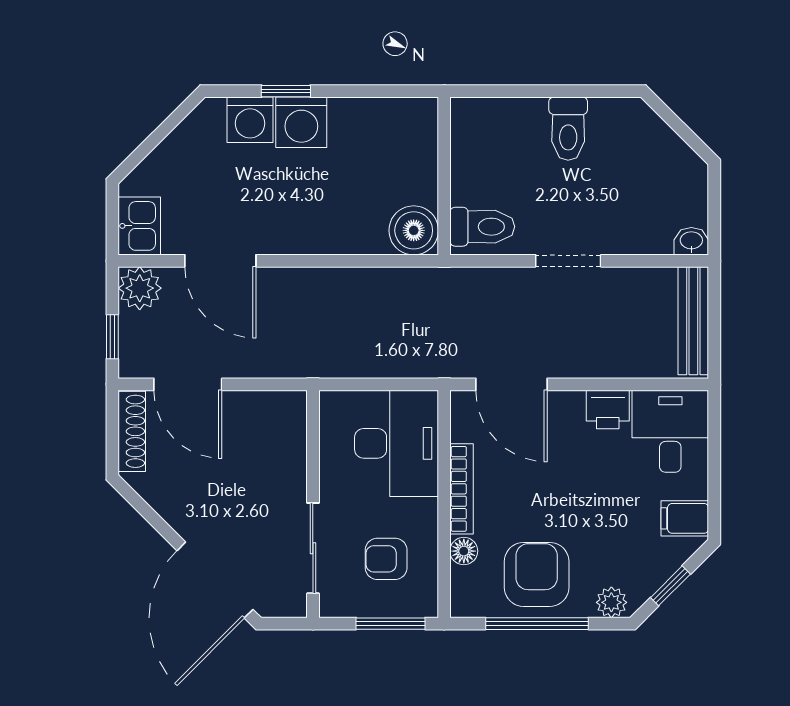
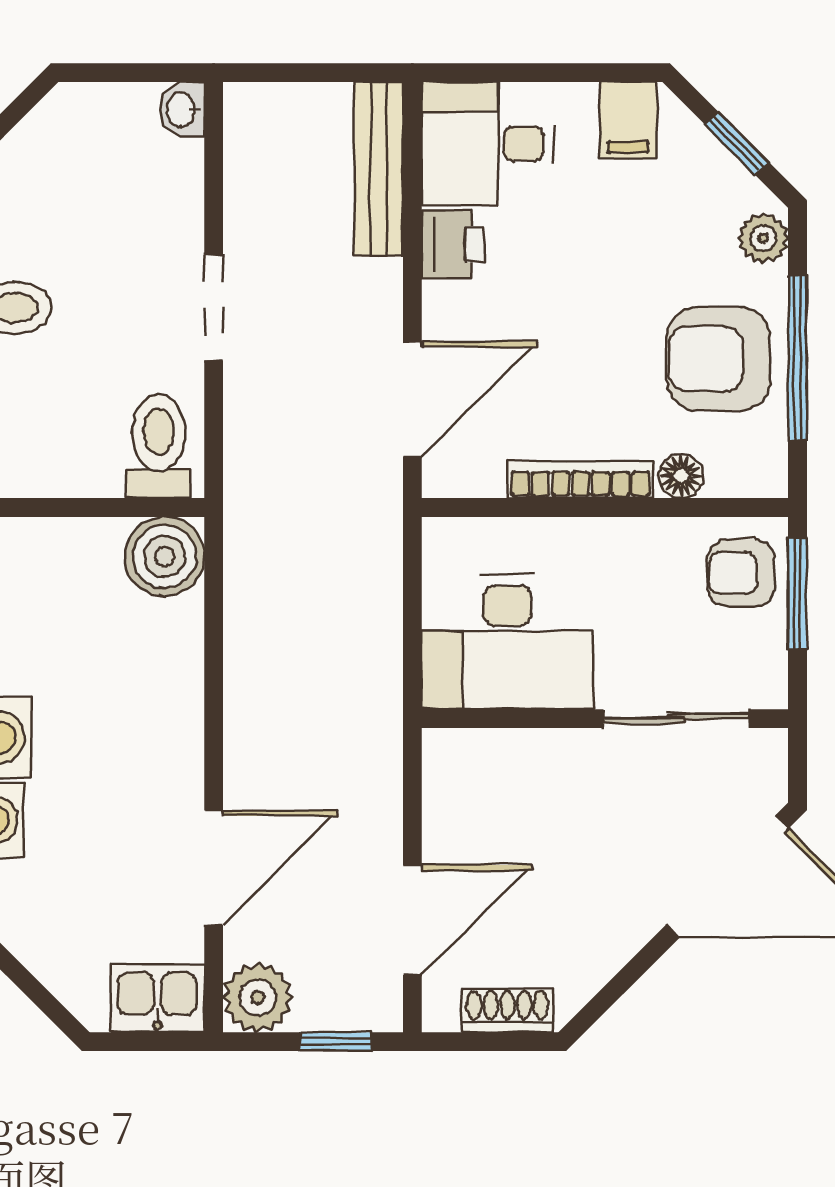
bench: (693, 321) -> (379, 169), moved, turned 90
shoe rack: (132, 431) -> (508, 1010), width x0.70
desk: (397, 443) -> (507, 642), moved, turned 180
armchair: (386, 559) -> (741, 573), moved, turned 90

